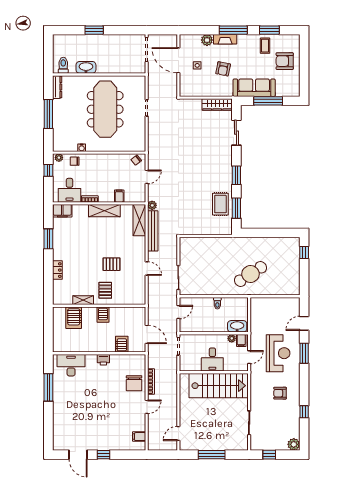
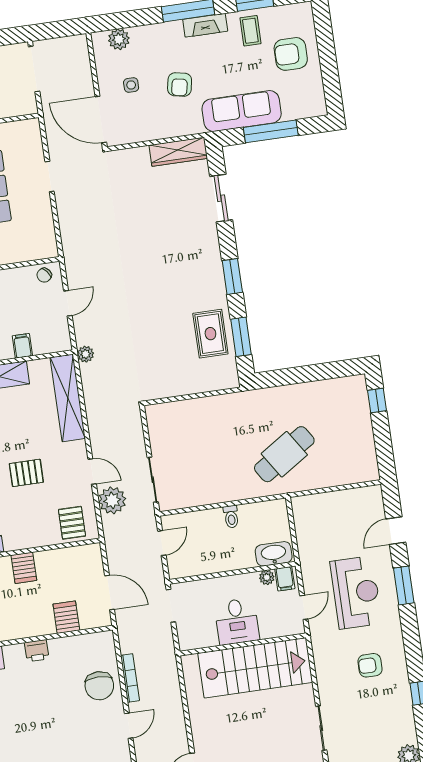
fireplace: (225, 39) -> (205, 25), moved
plant: (207, 40) -> (119, 39), moved
door: (178, 60) -> (101, 119), moved
shelving: (139, 220) -> (68, 398), width x1.47
bench: (153, 231) -> (93, 401), removed
plant: (155, 285) -> (112, 500), added
pallet: (105, 290) -> (72, 523), moved

